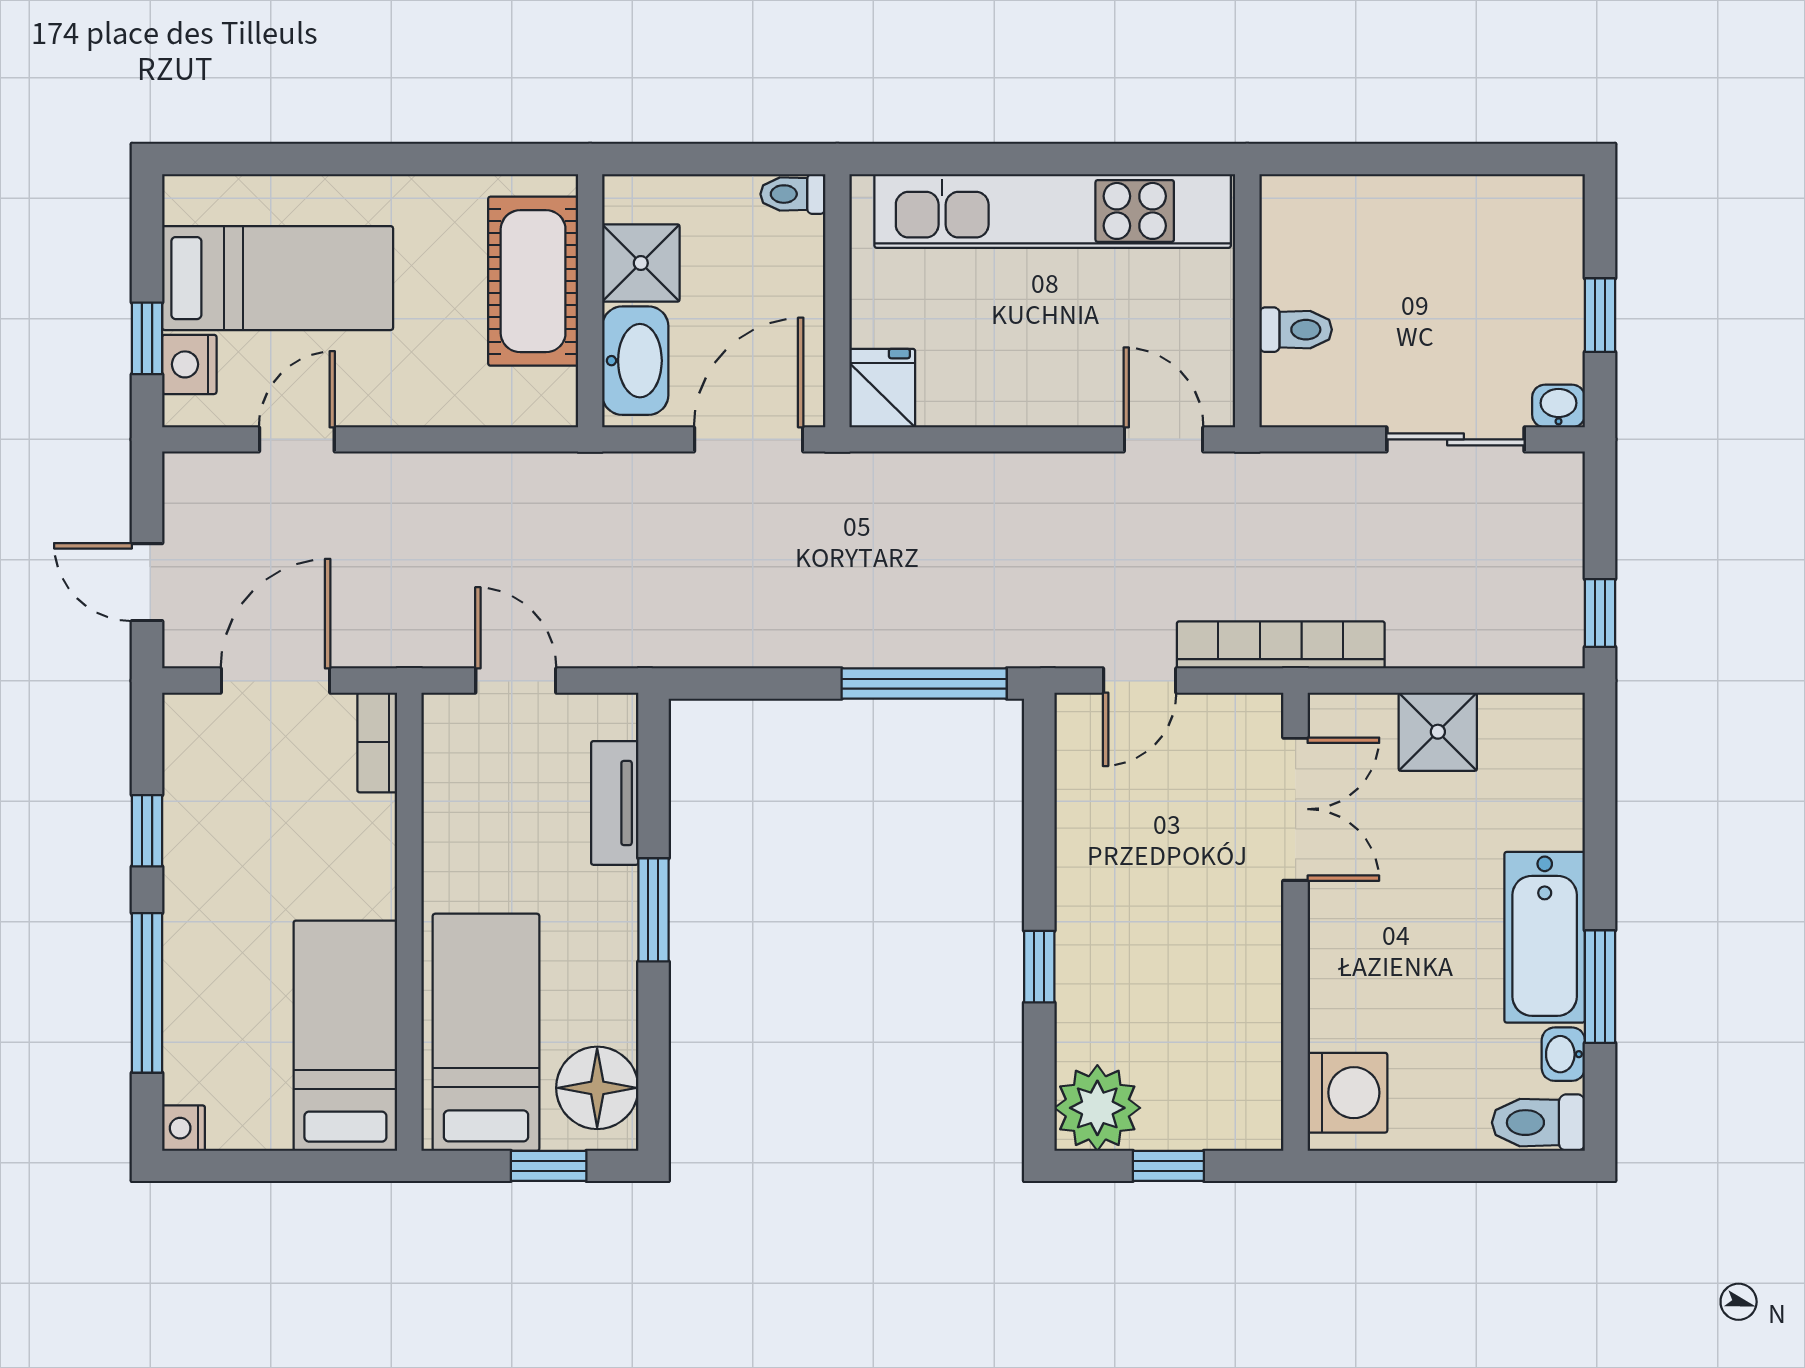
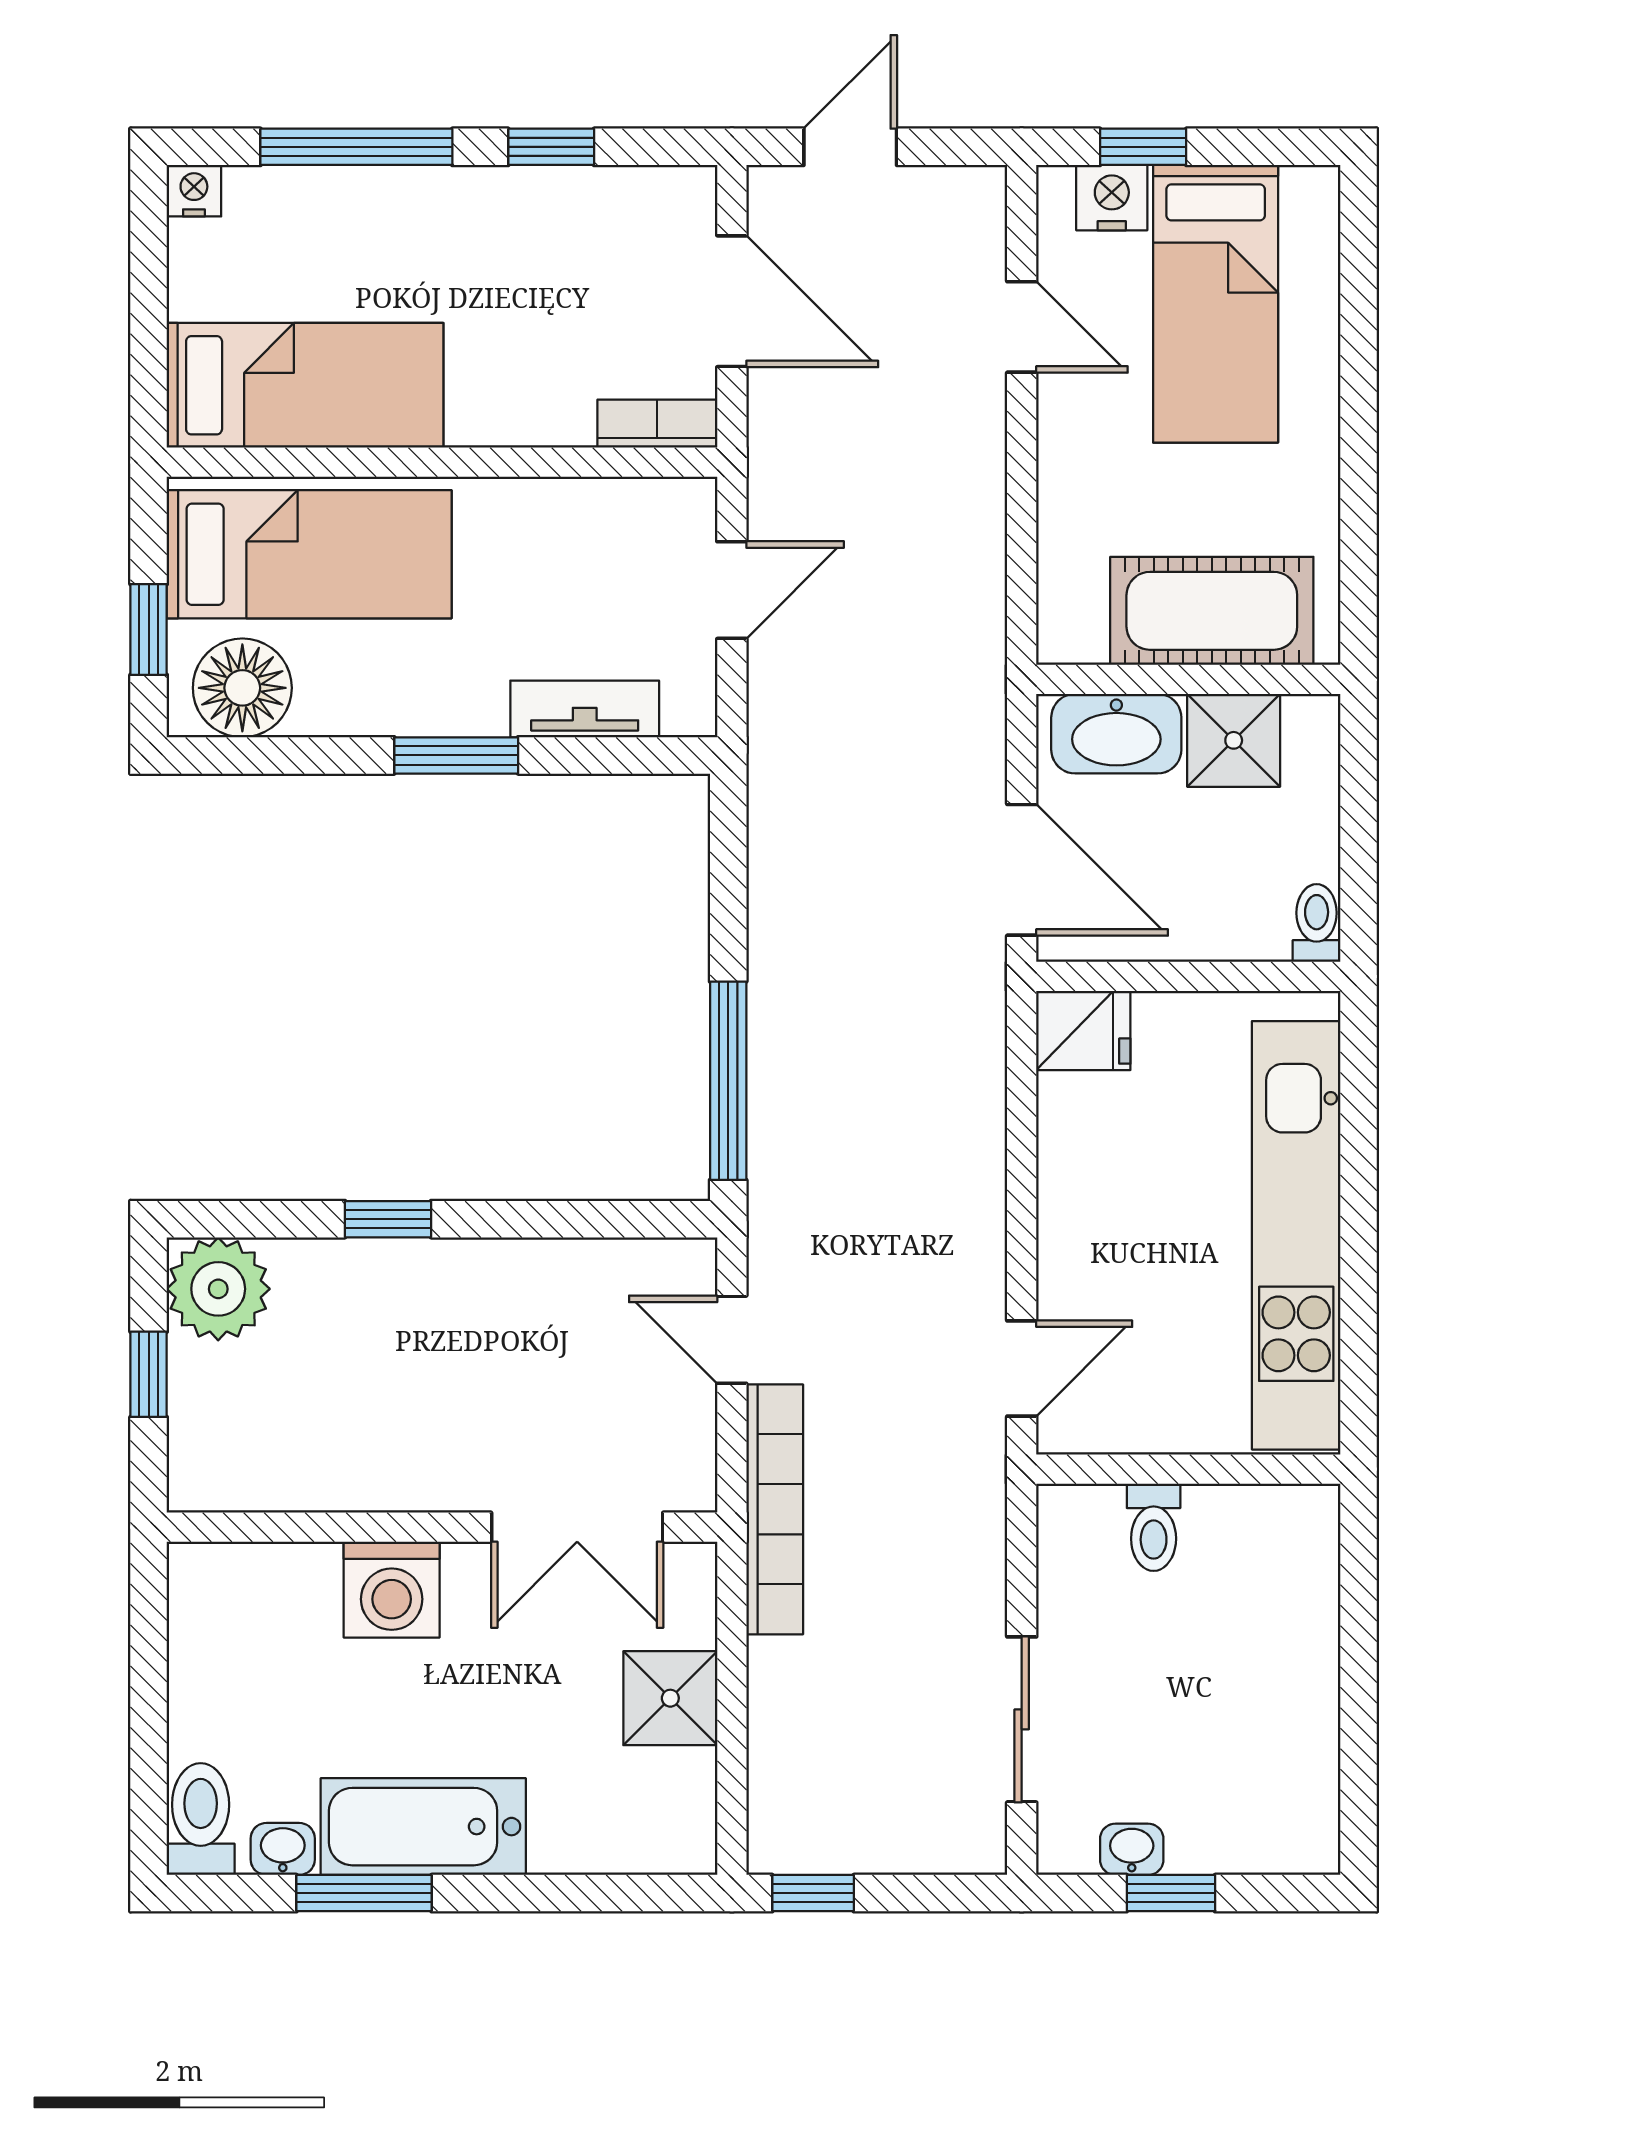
washbasin: (1559, 406) -> (1132, 1849), moved, turned -90
washing machine: (1347, 1093) -> (392, 1590), moved

